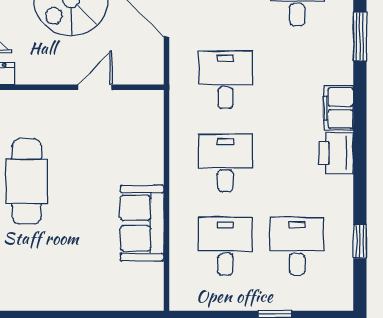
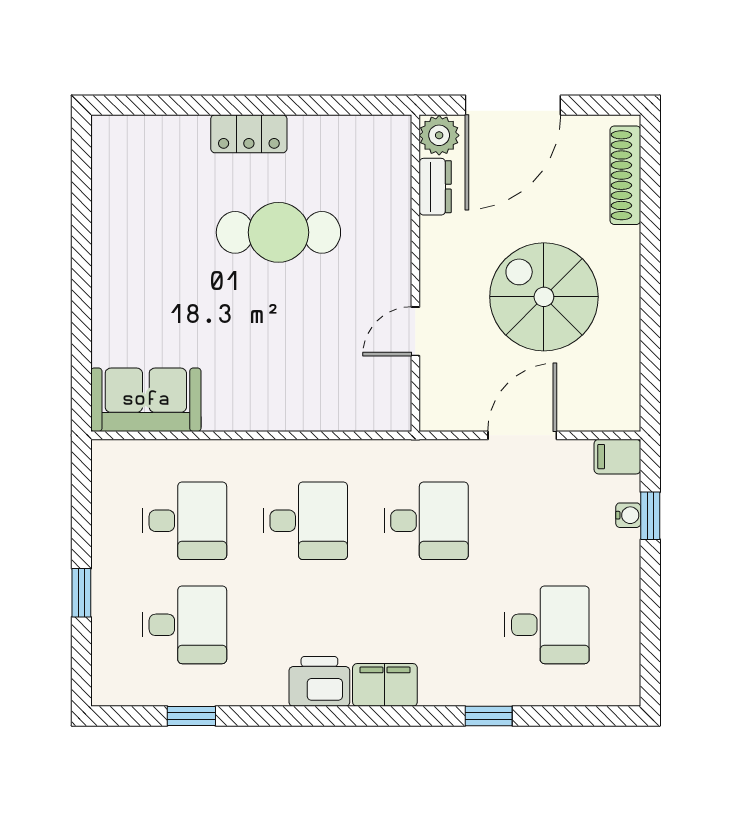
window: (360, 37) -> (489, 716), width x0.67
door: (95, 87) -> (415, 331), swing flipped
sofa: (142, 223) -> (146, 400), moved

